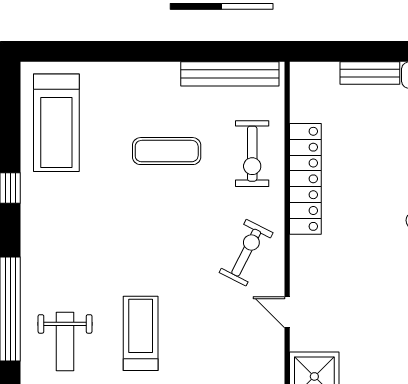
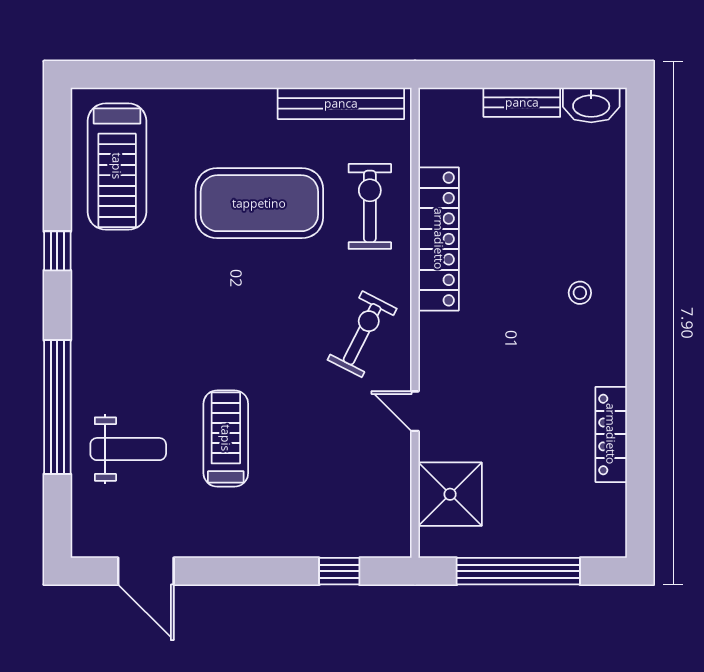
exercise mat: (167, 151) -> (259, 203), width x2.00, depth x1.45
exercise bike: (252, 154) -> (370, 206), turned 180
weight bench: (65, 342) -> (128, 449), turned -90

